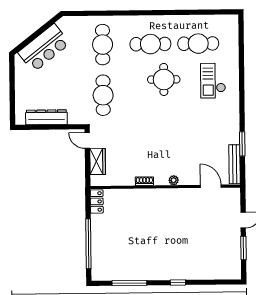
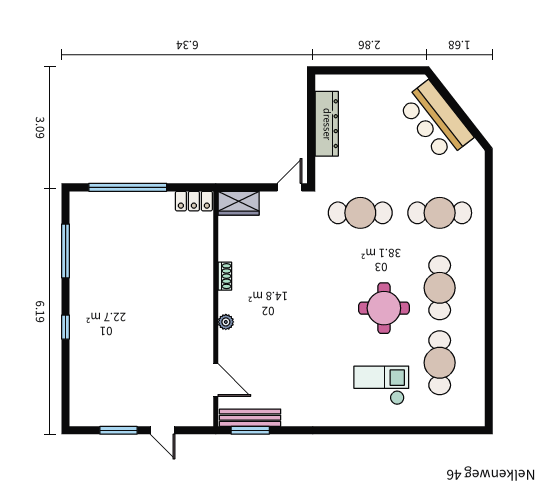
window: (242, 144) -> (250, 430), moved
wardrobe: (98, 162) -> (239, 203), moved
door: (211, 186) -> (216, 380), hinge flipped

